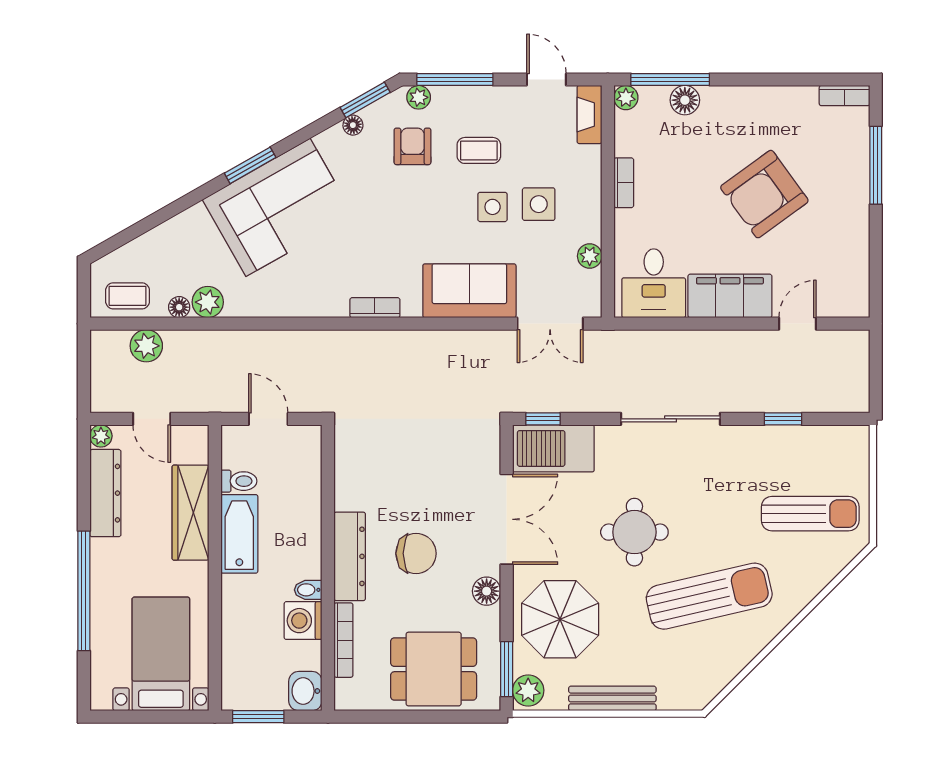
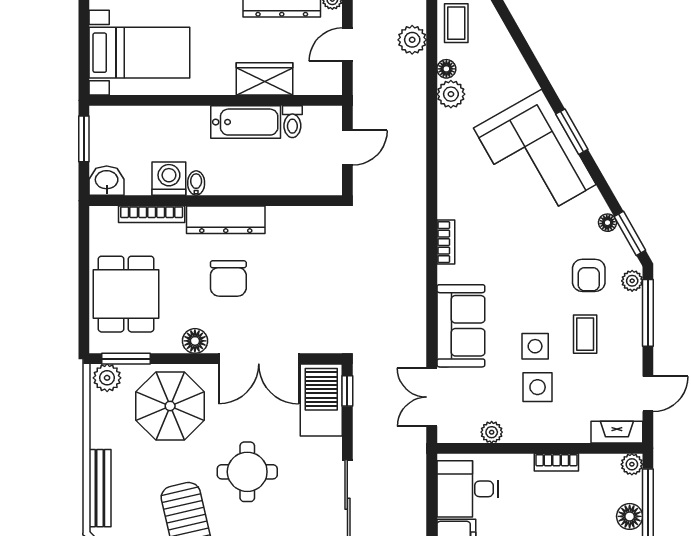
armchair: (412, 146) -> (589, 275), turned 90
wardrobe: (190, 513) -> (264, 79), width x0.67
bench: (612, 698) -> (100, 488), moved

